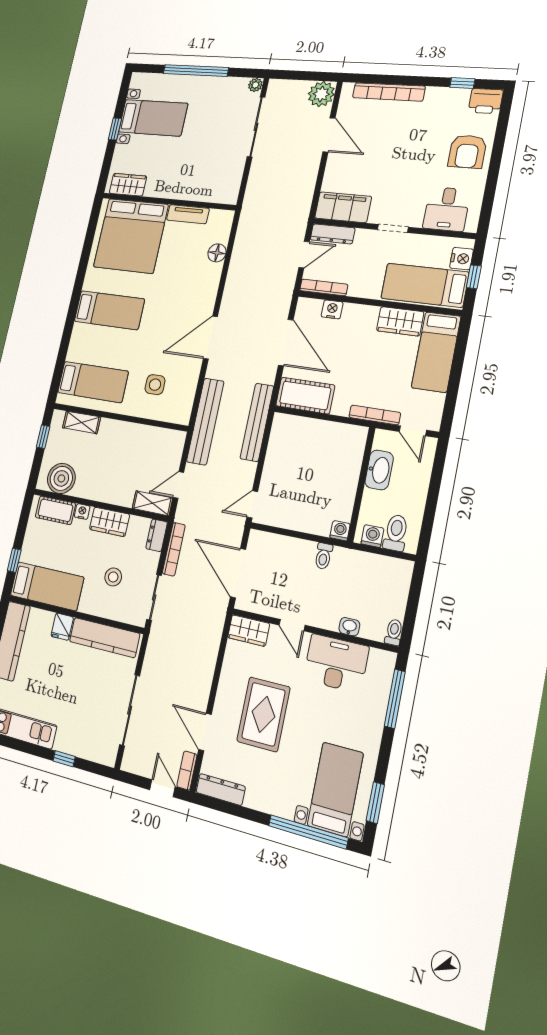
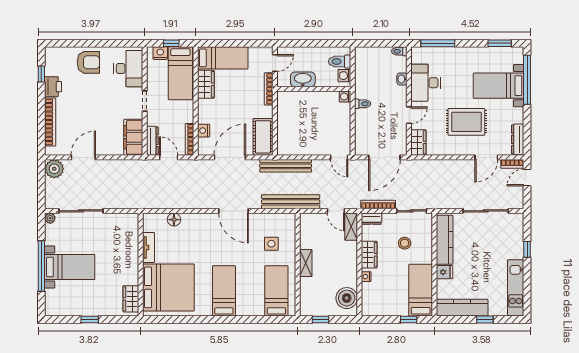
printer: (486, 101) -> (53, 87), moved
bed with nightstands: (153, 118) -> (70, 267), moved, turned 90
desk: (447, 209) -> (128, 69), width x1.37
shelving: (82, 422) -> (306, 263), moved
cot: (55, 510) -> (369, 297), removed
bed with nightstands: (335, 789) -> (499, 86), moved

